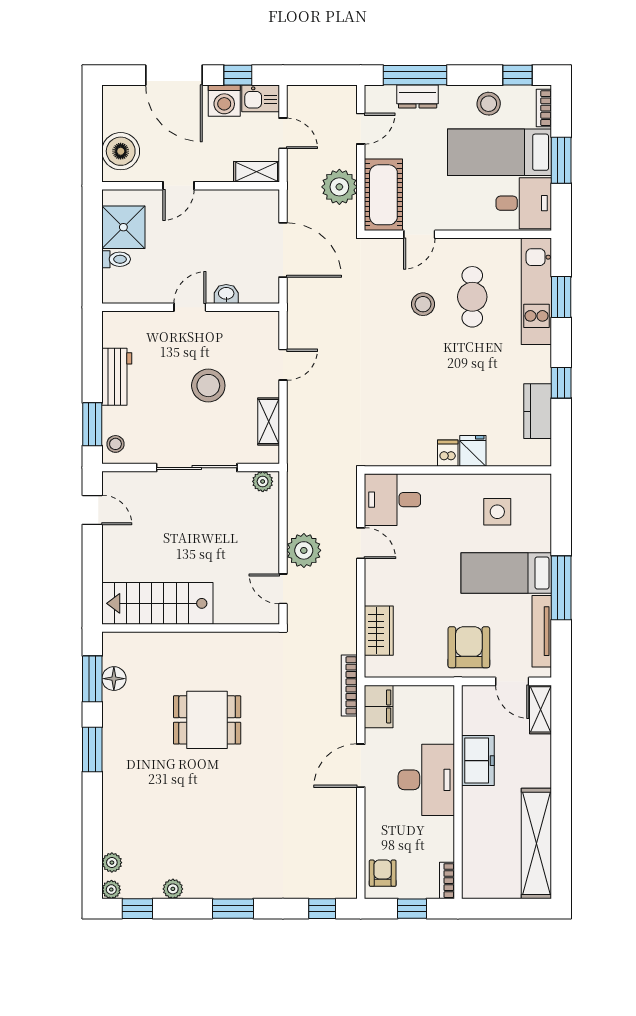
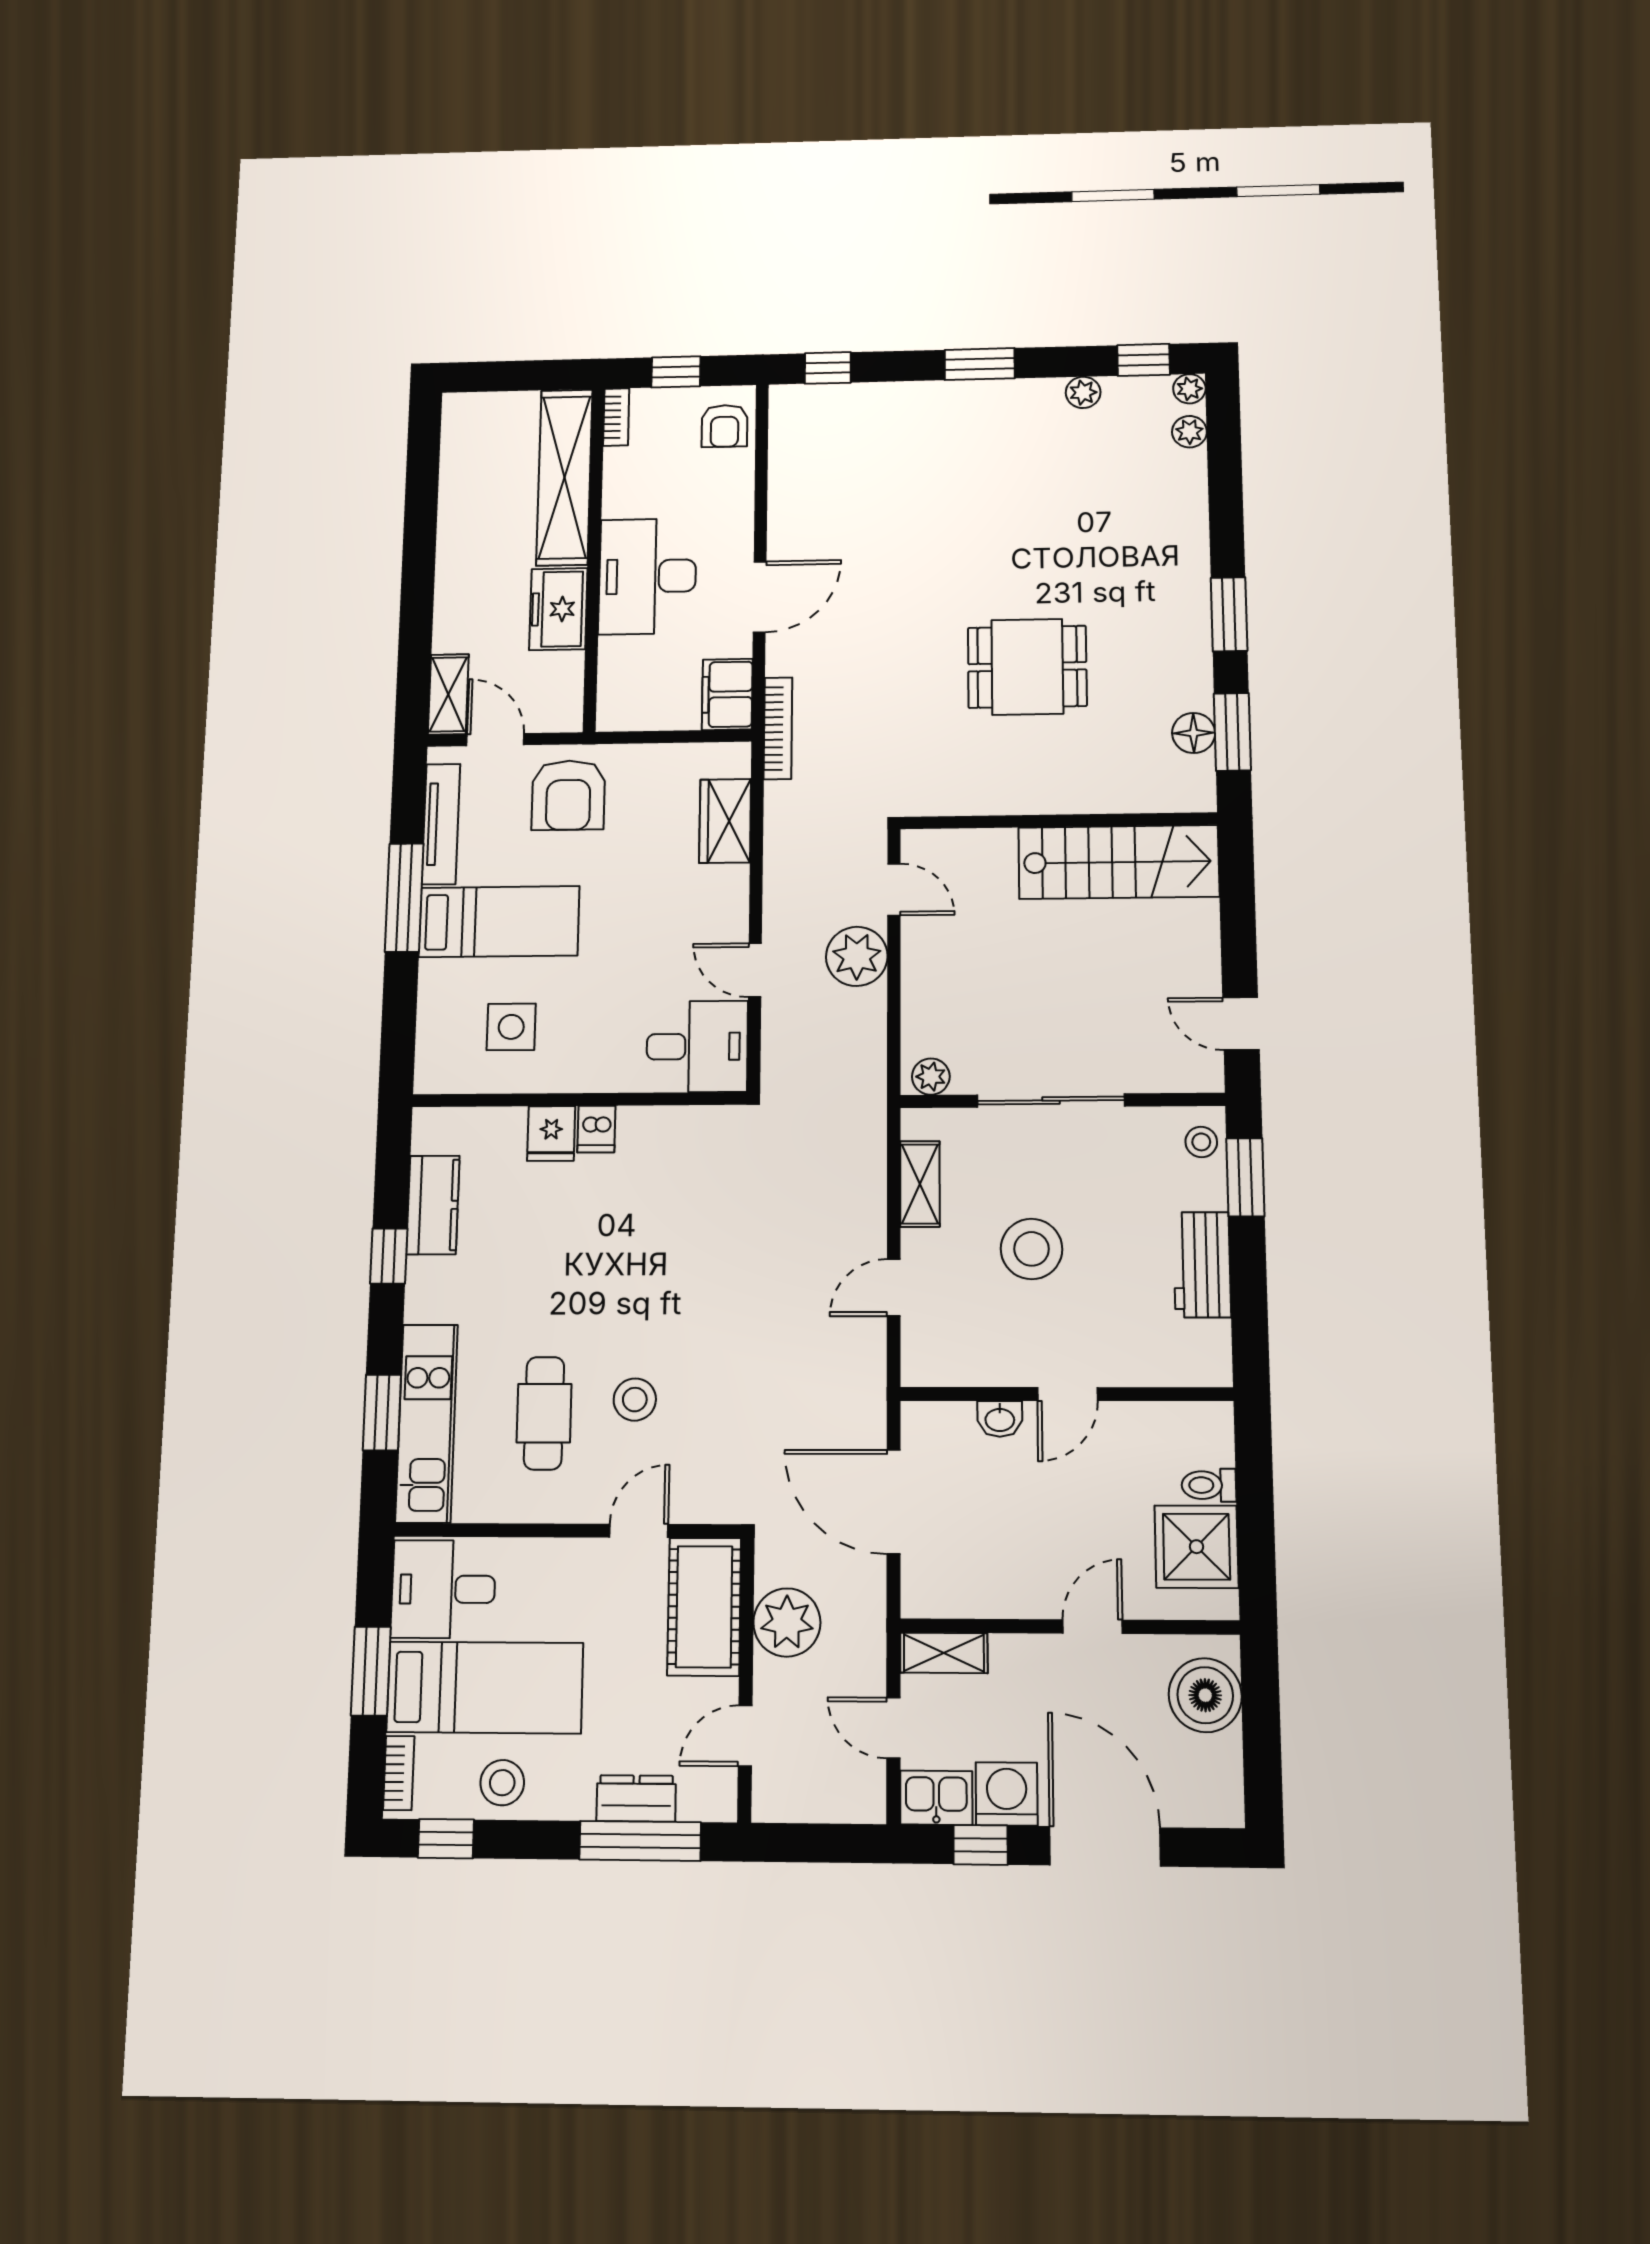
shelving: (536, 843) -> (564, 477), moved

